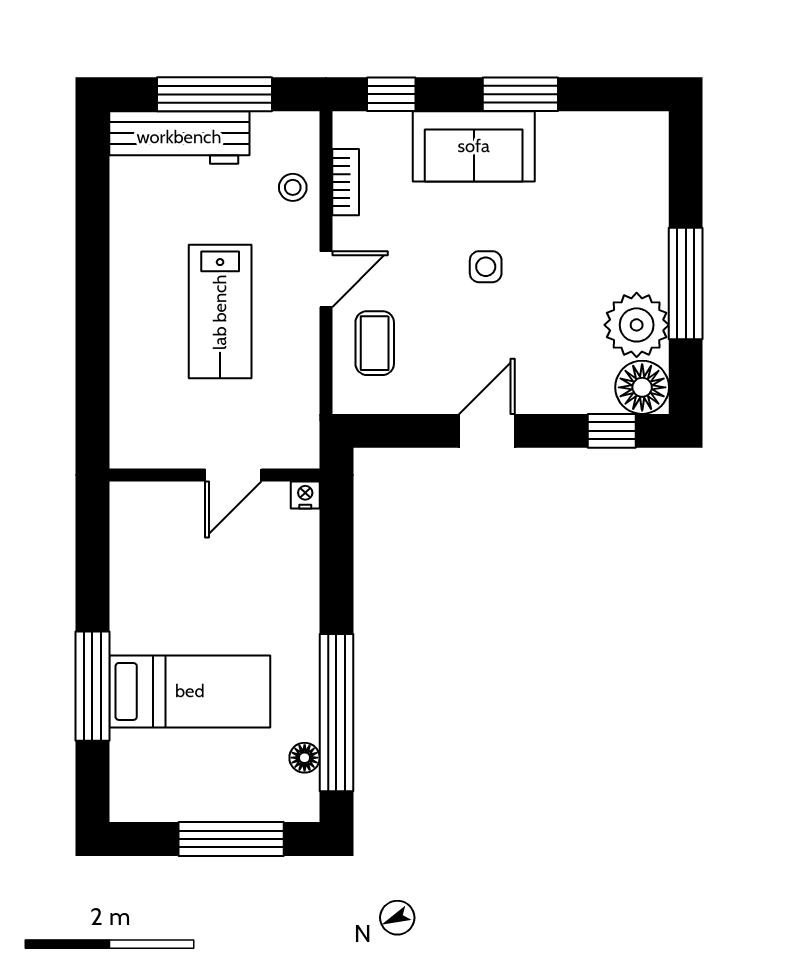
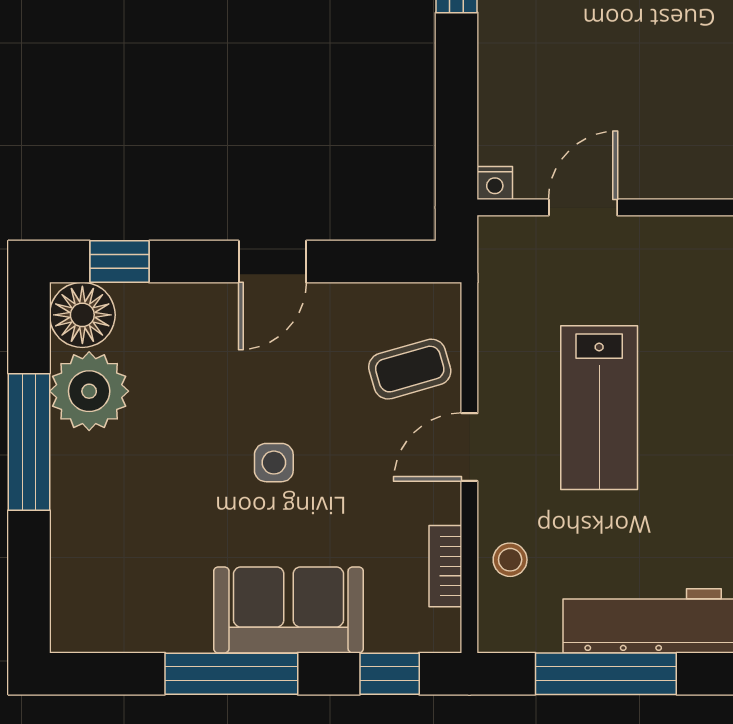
window: (520, 94) -> (231, 674), width x1.44
lab bench: (220, 312) -> (599, 408), turned 180
coffee table: (375, 343) -> (410, 369), turned 74

